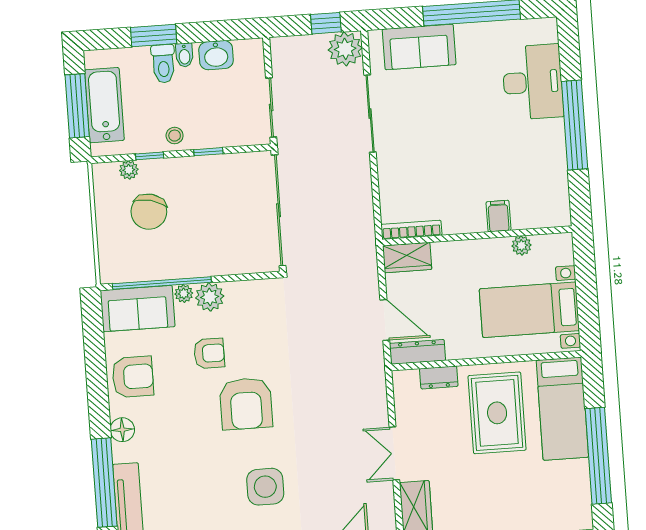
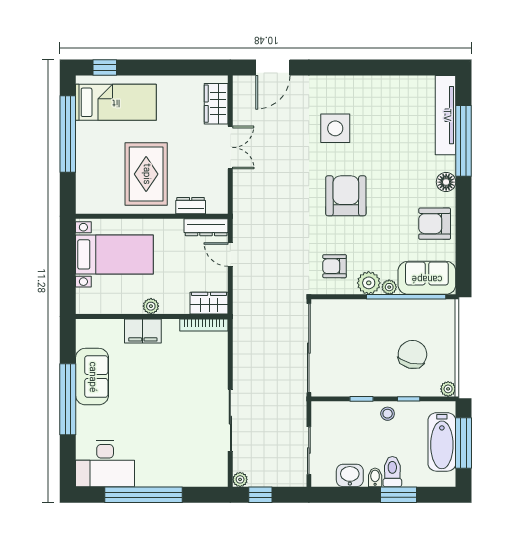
sofa: (419, 47) -> (92, 377), moved, turned 90
plant: (345, 49) -> (240, 479), width x0.53, depth x0.53
desk: (533, 82) -> (105, 464), moved, turned -90
sliding door: (271, 107) -> (309, 451), moved
plant: (129, 170) -> (448, 389), moved
filing cabinet: (498, 216) -> (143, 331), width x2.00
plant: (521, 246) -> (151, 306), moved
door: (385, 320) -> (230, 255), width x0.73
armchair: (209, 353) -> (335, 266), moved
bed: (562, 409) -> (116, 102), moved, turned 90

